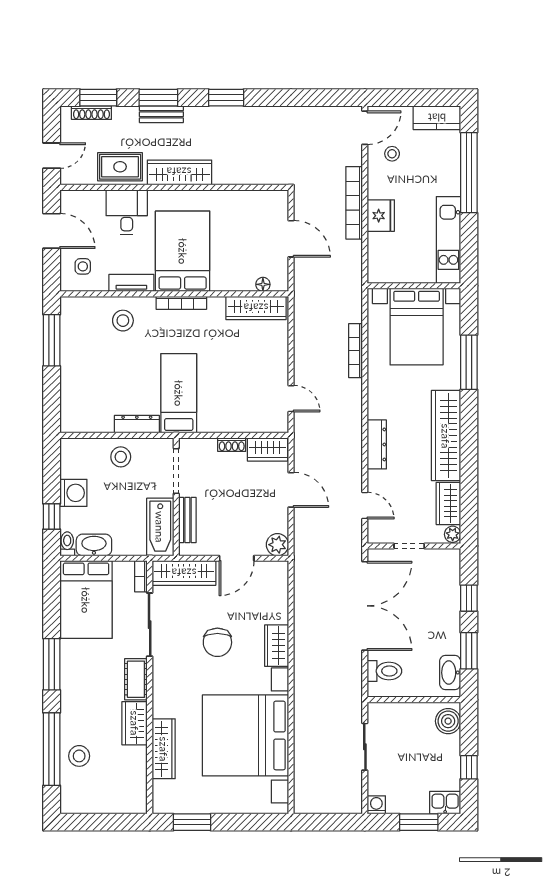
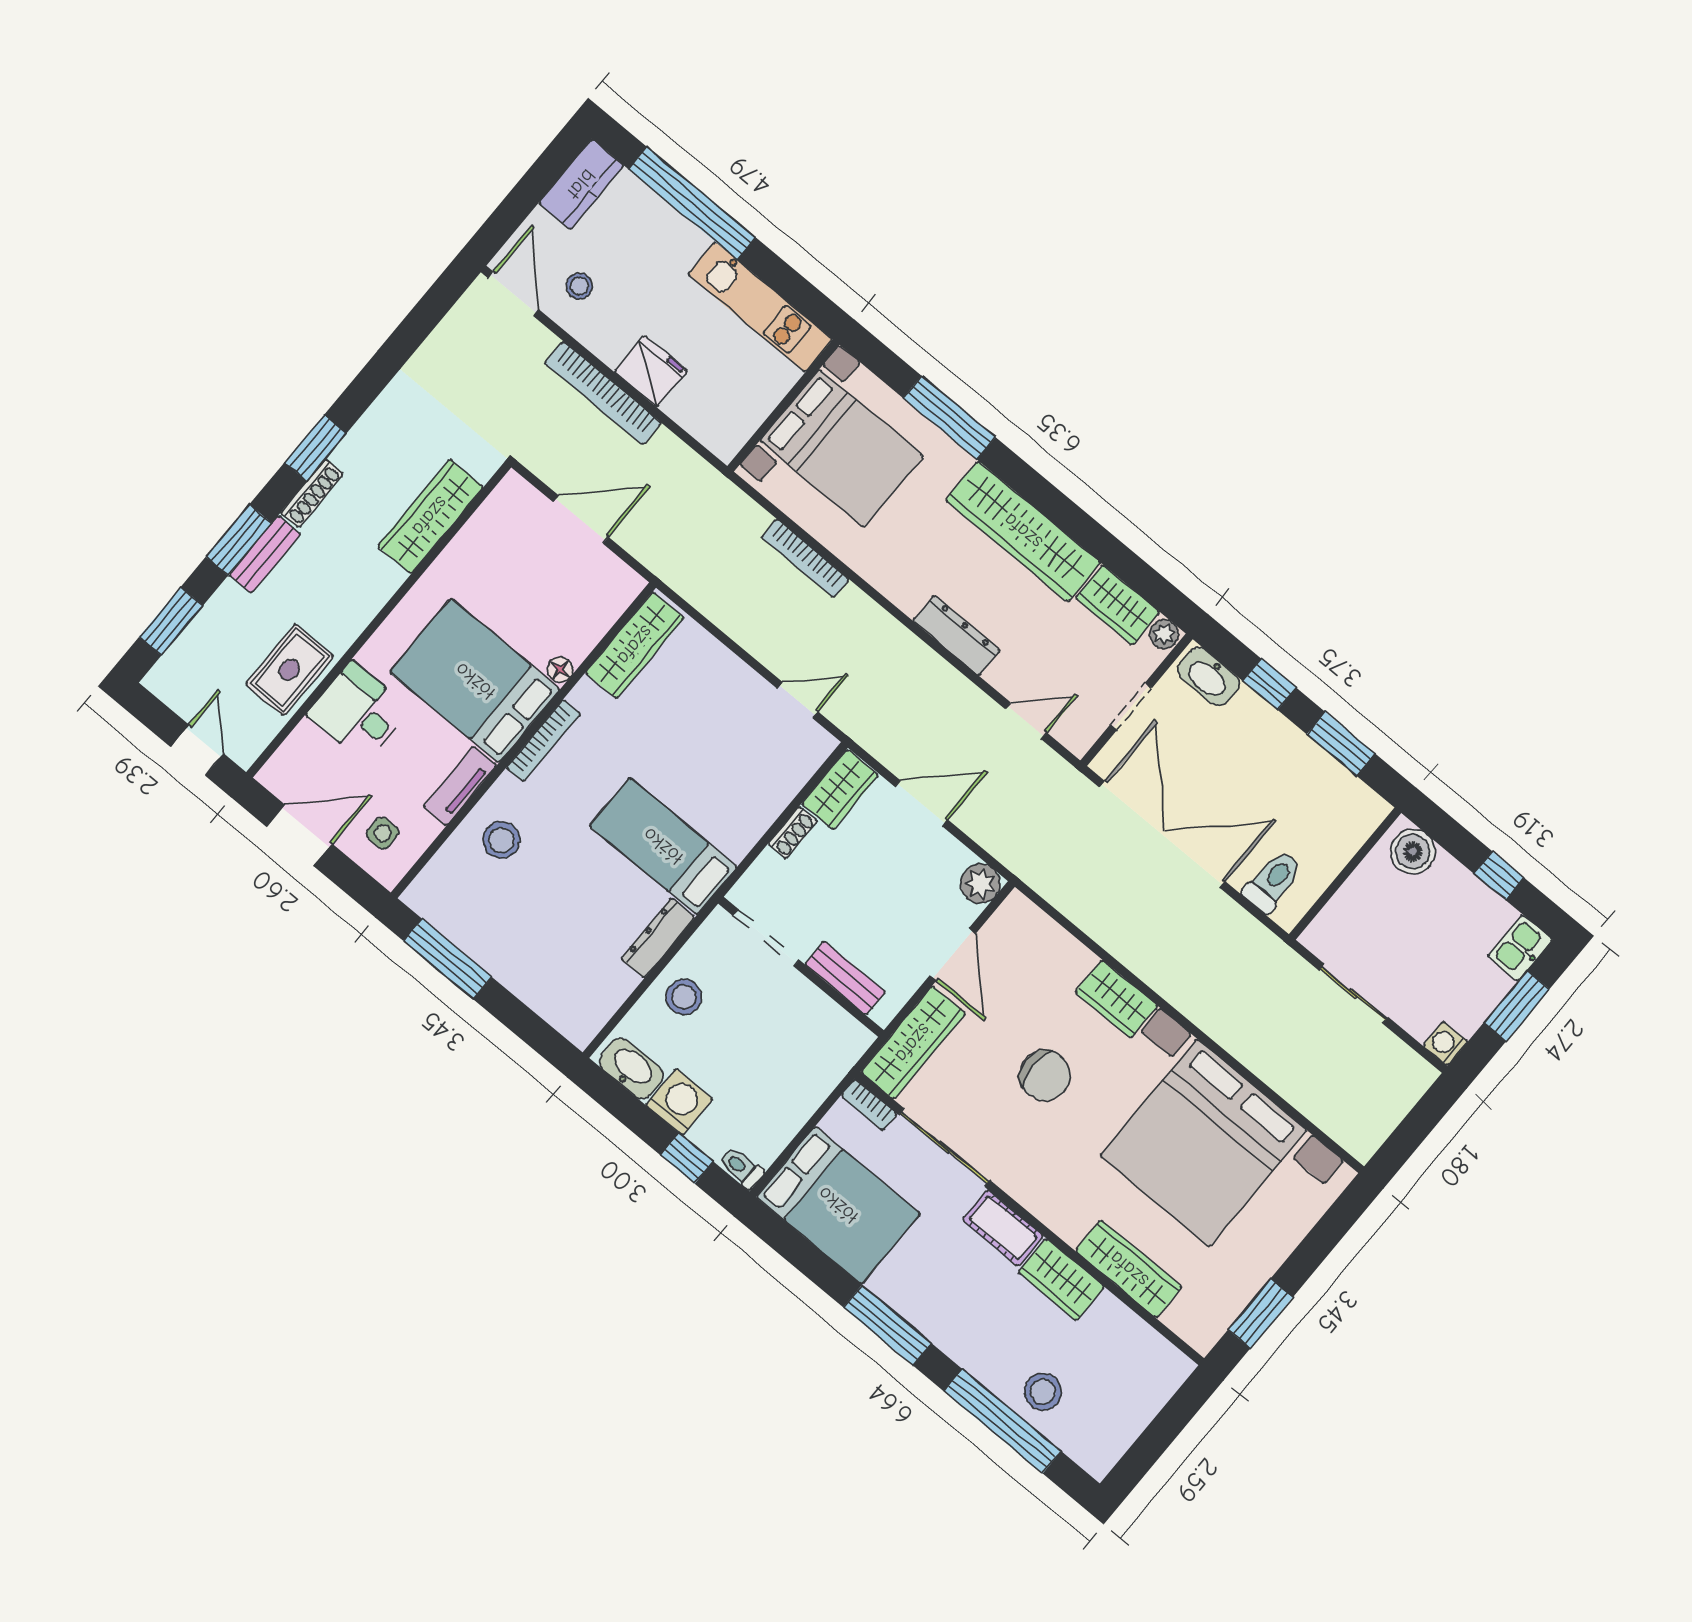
shoe rack: (91, 113) -> (312, 493), moved
wardrobe: (179, 172) -> (430, 516), moved
floor lamp: (263, 284) -> (560, 669), moved
bathtub: (160, 527) -> (824, 1023), removed
washbasin: (94, 545) -> (632, 1068), moved, turned 90
washbasin: (450, 673) -> (1209, 677), moved

